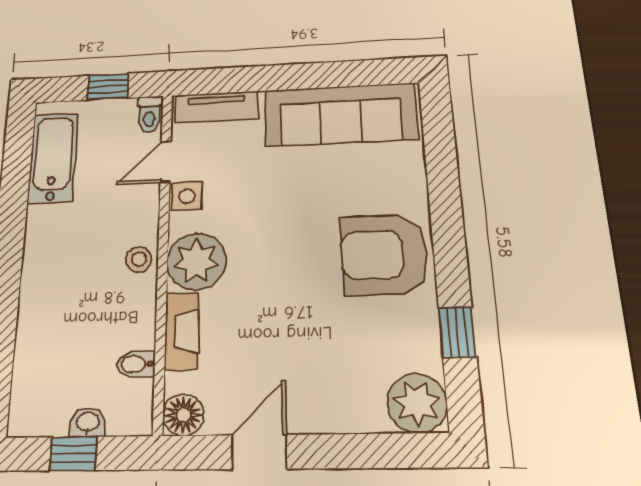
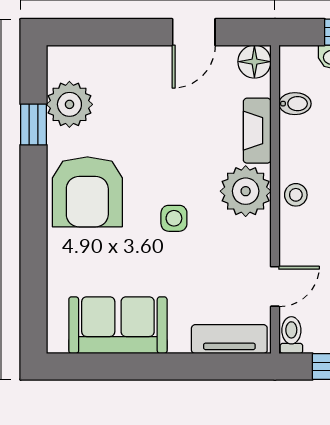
sofa: (340, 115) -> (118, 325), width x0.73
side table: (187, 196) -> (174, 218), moved
armchair: (384, 255) -> (87, 192), turned 90
plant: (417, 403) -> (69, 104), moved

